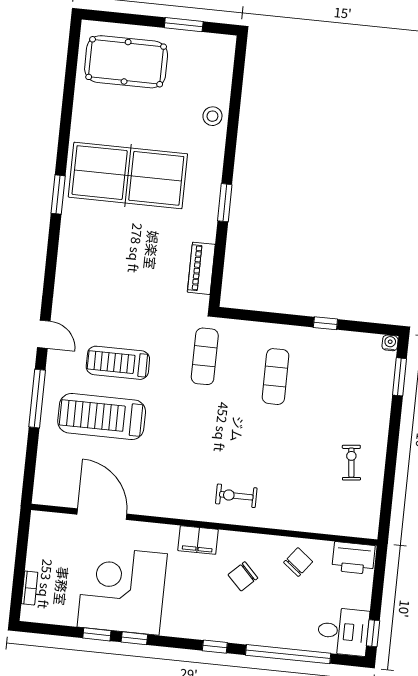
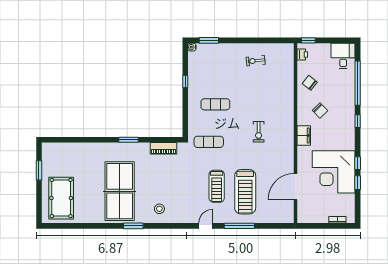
stool: (212, 116) -> (159, 209), moved
exercise bike: (236, 496) -> (259, 132), moved
printer: (353, 558) -> (302, 55), width x0.53, depth x0.68
window: (373, 633) -> (308, 40), moved

